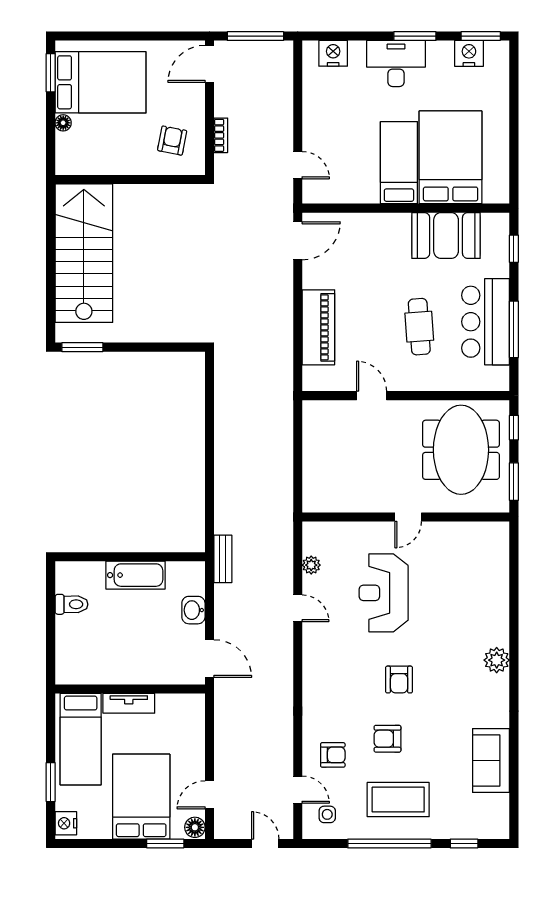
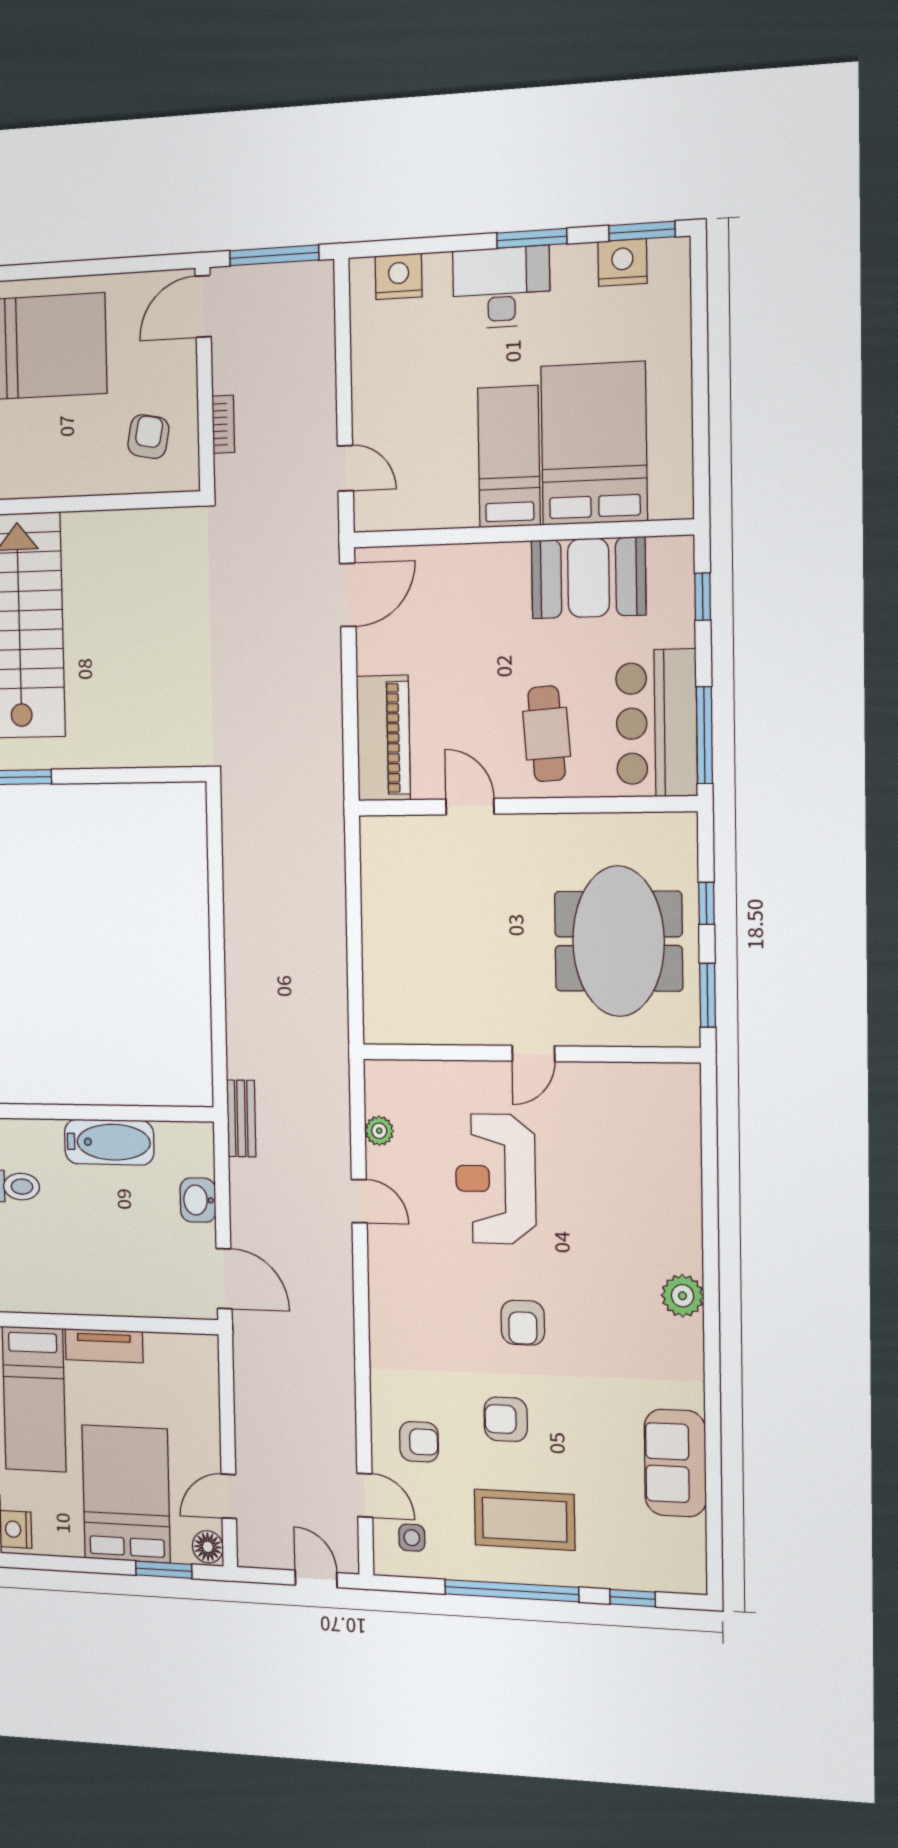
door: (372, 396) -> (470, 807), moved
wall: (406, 396) -> (526, 806), moved

